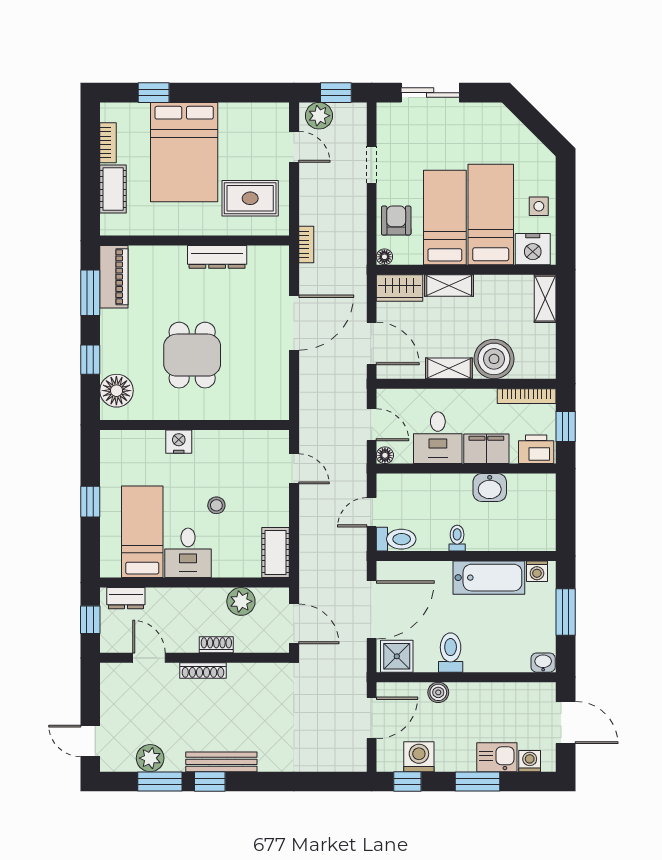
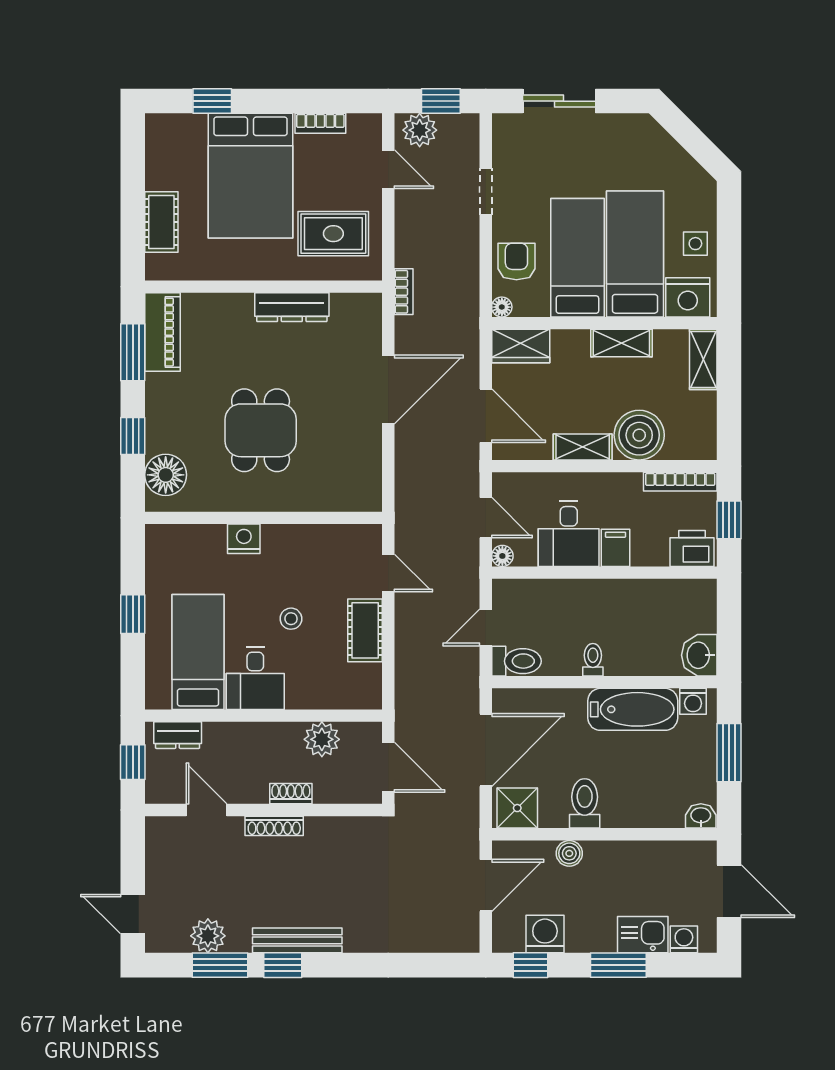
bookcase: (108, 143) -> (320, 123), moved, turned 90
shelving: (449, 285) -> (621, 343), moved
filing cabinet: (486, 449) -> (615, 548), width x0.50
washbasin: (490, 487) -> (699, 655), moved, turned 90
cot: (275, 553) -> (365, 630), moved

